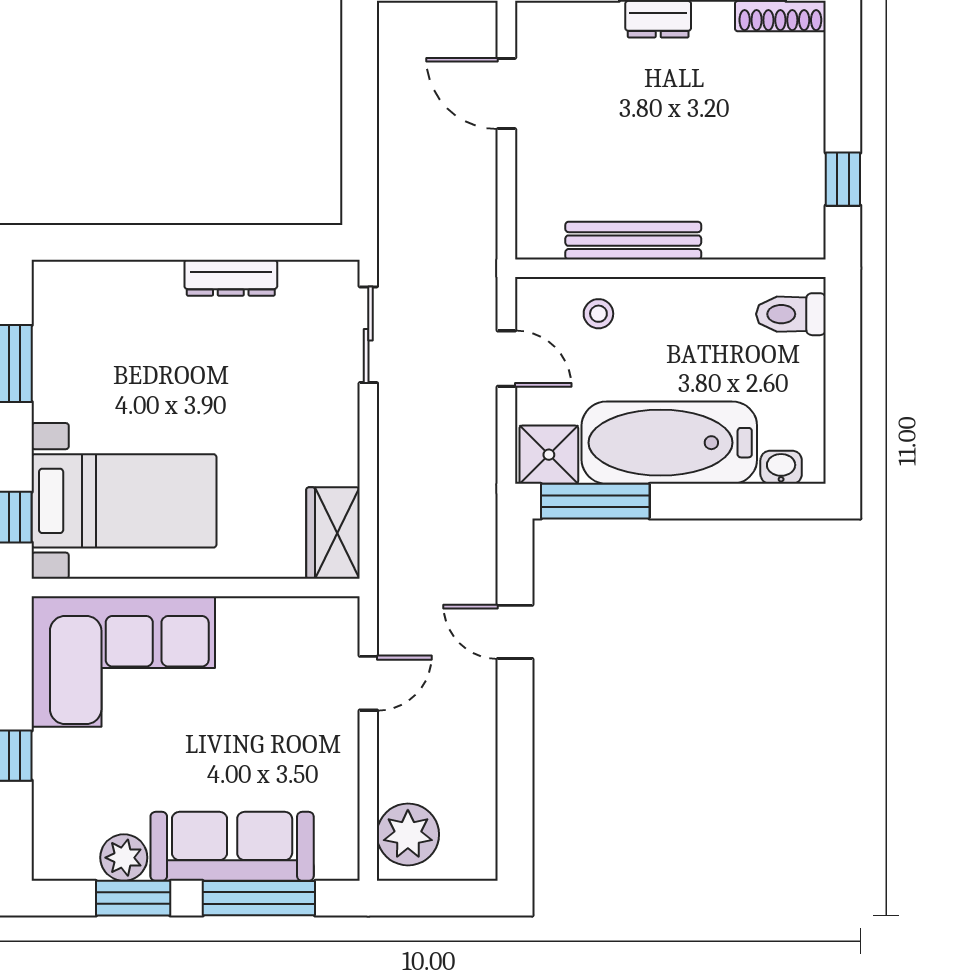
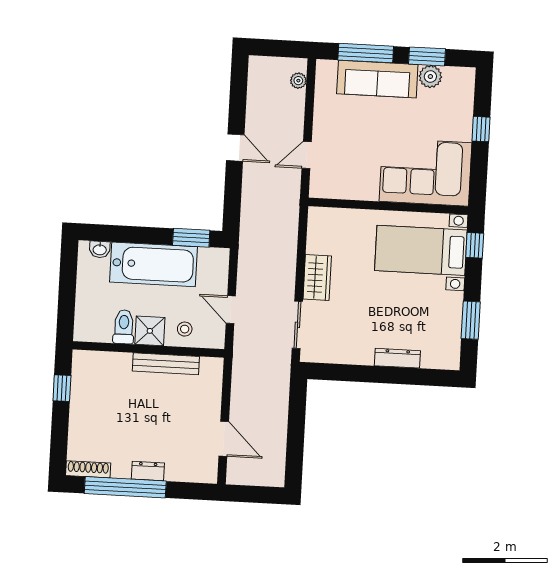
dresser: (231, 278) -> (397, 358), moved
toilet: (791, 314) -> (124, 327), moved, turned -90
shower: (549, 455) -> (150, 331), moved
window: (595, 501) -> (191, 238), width x0.69
wardrobe: (333, 533) -> (317, 278), moved
door: (515, 632) -> (235, 148), moved
plant: (408, 834) -> (298, 81), width x0.53, depth x0.53

